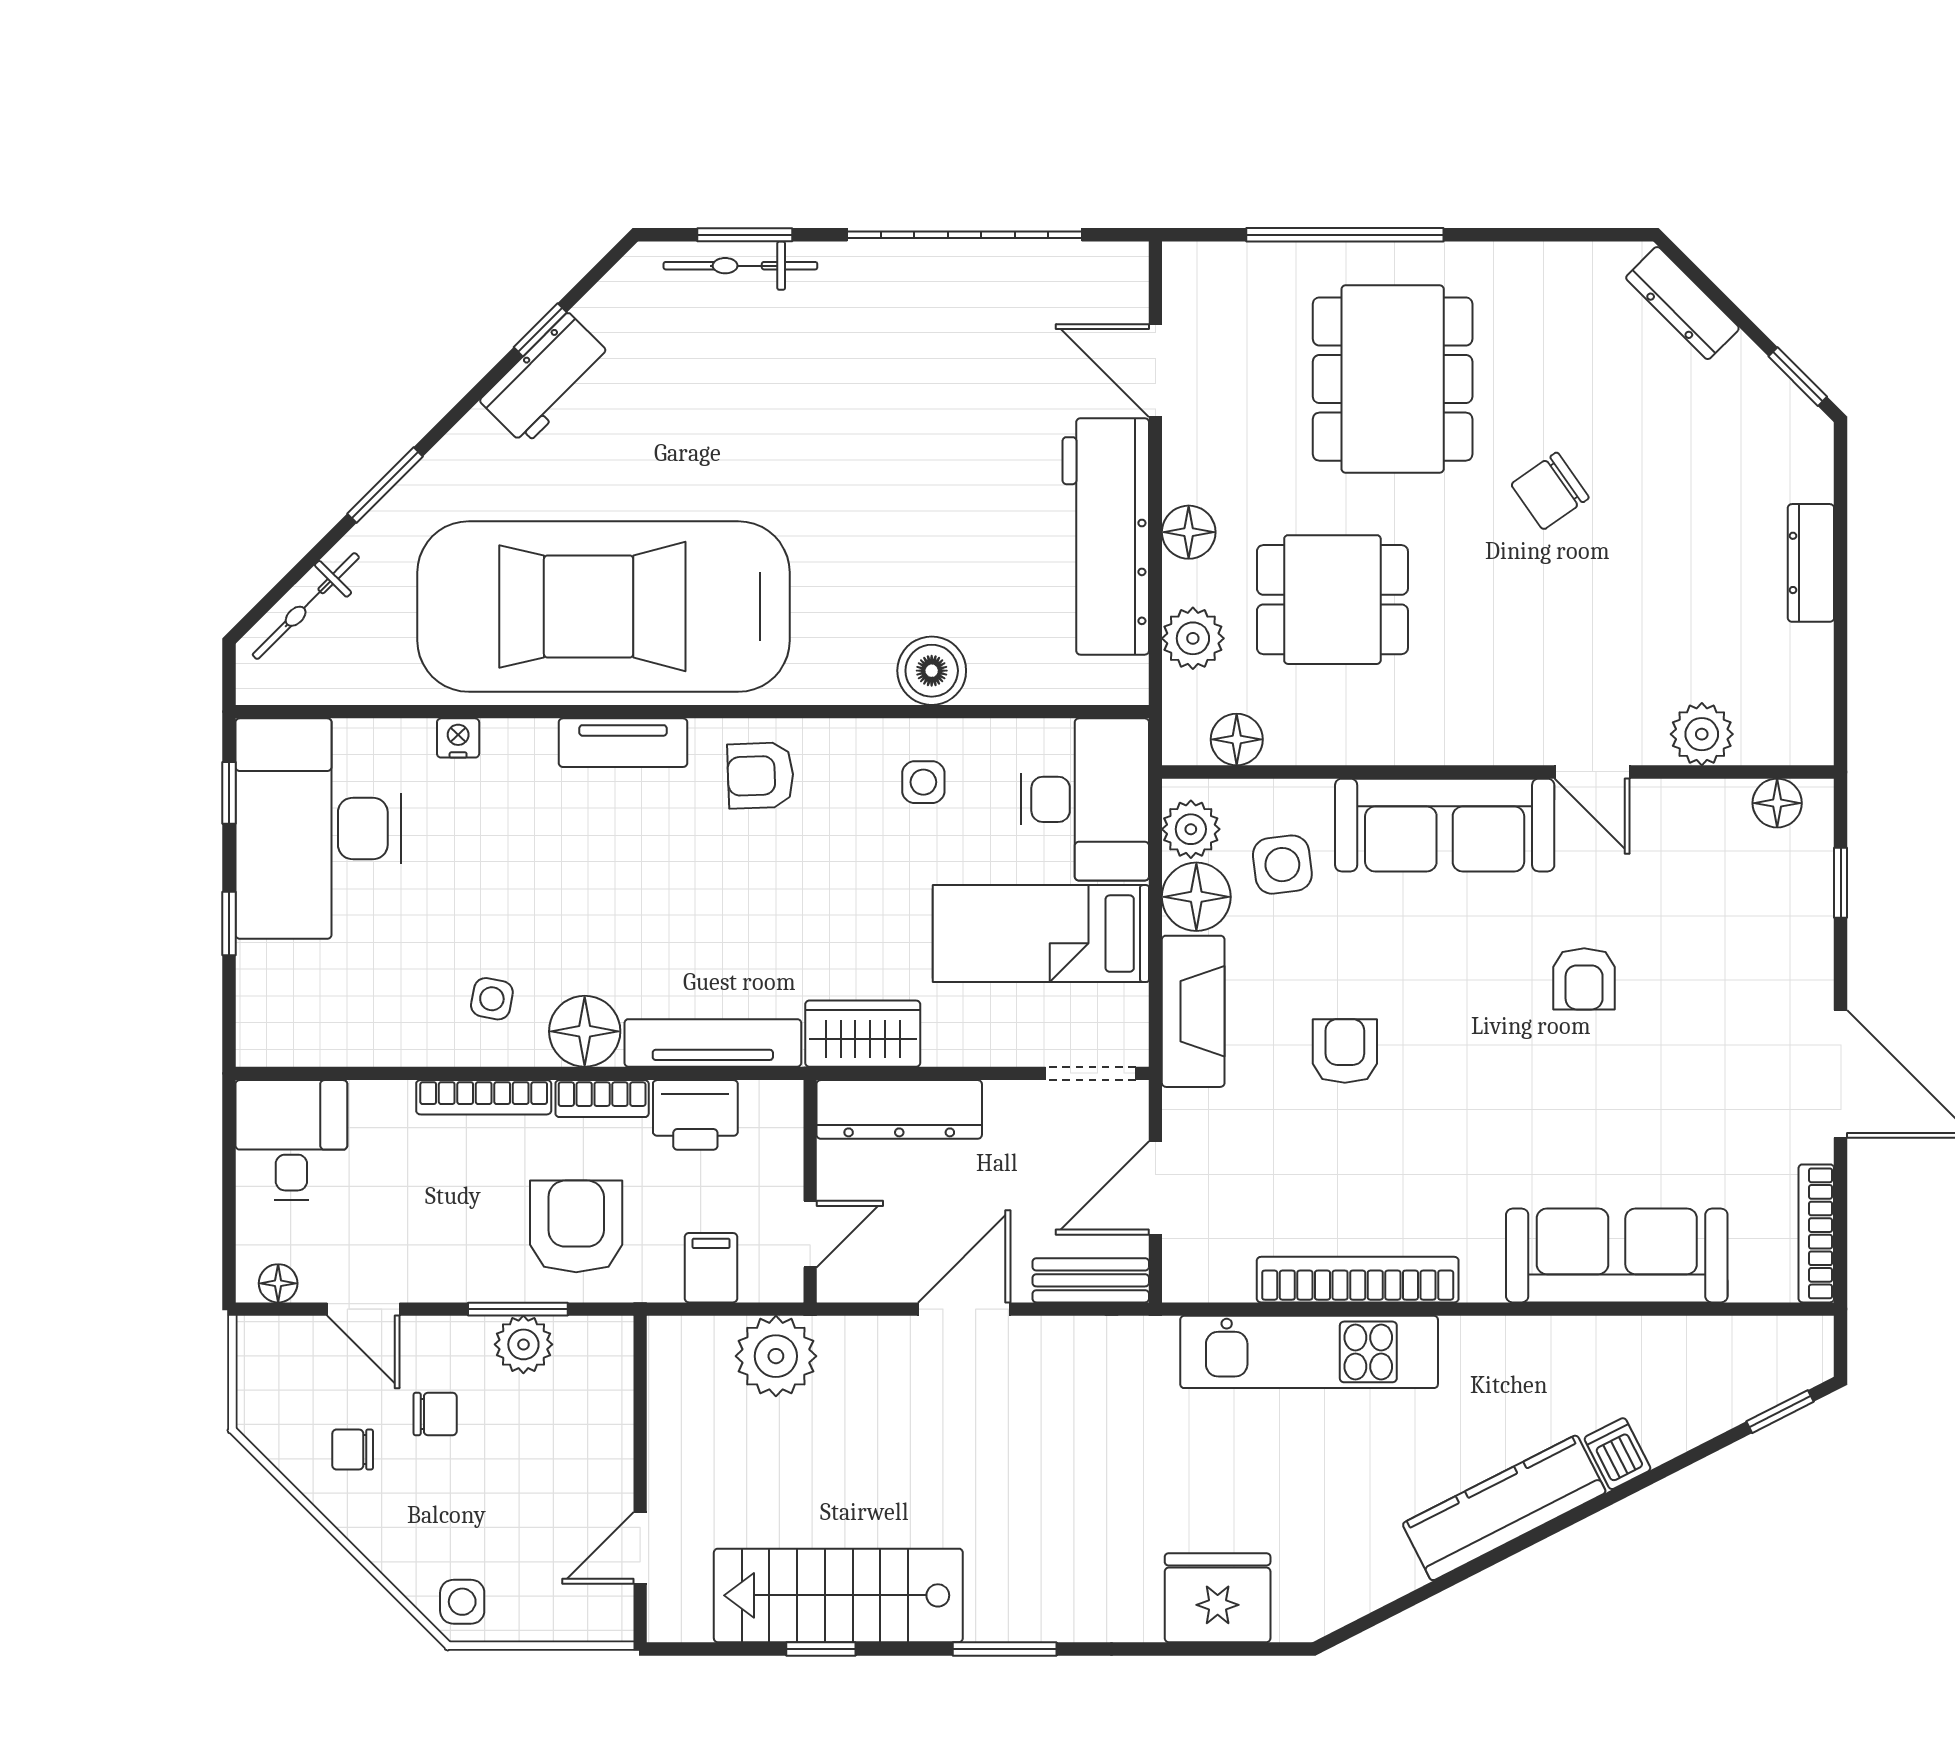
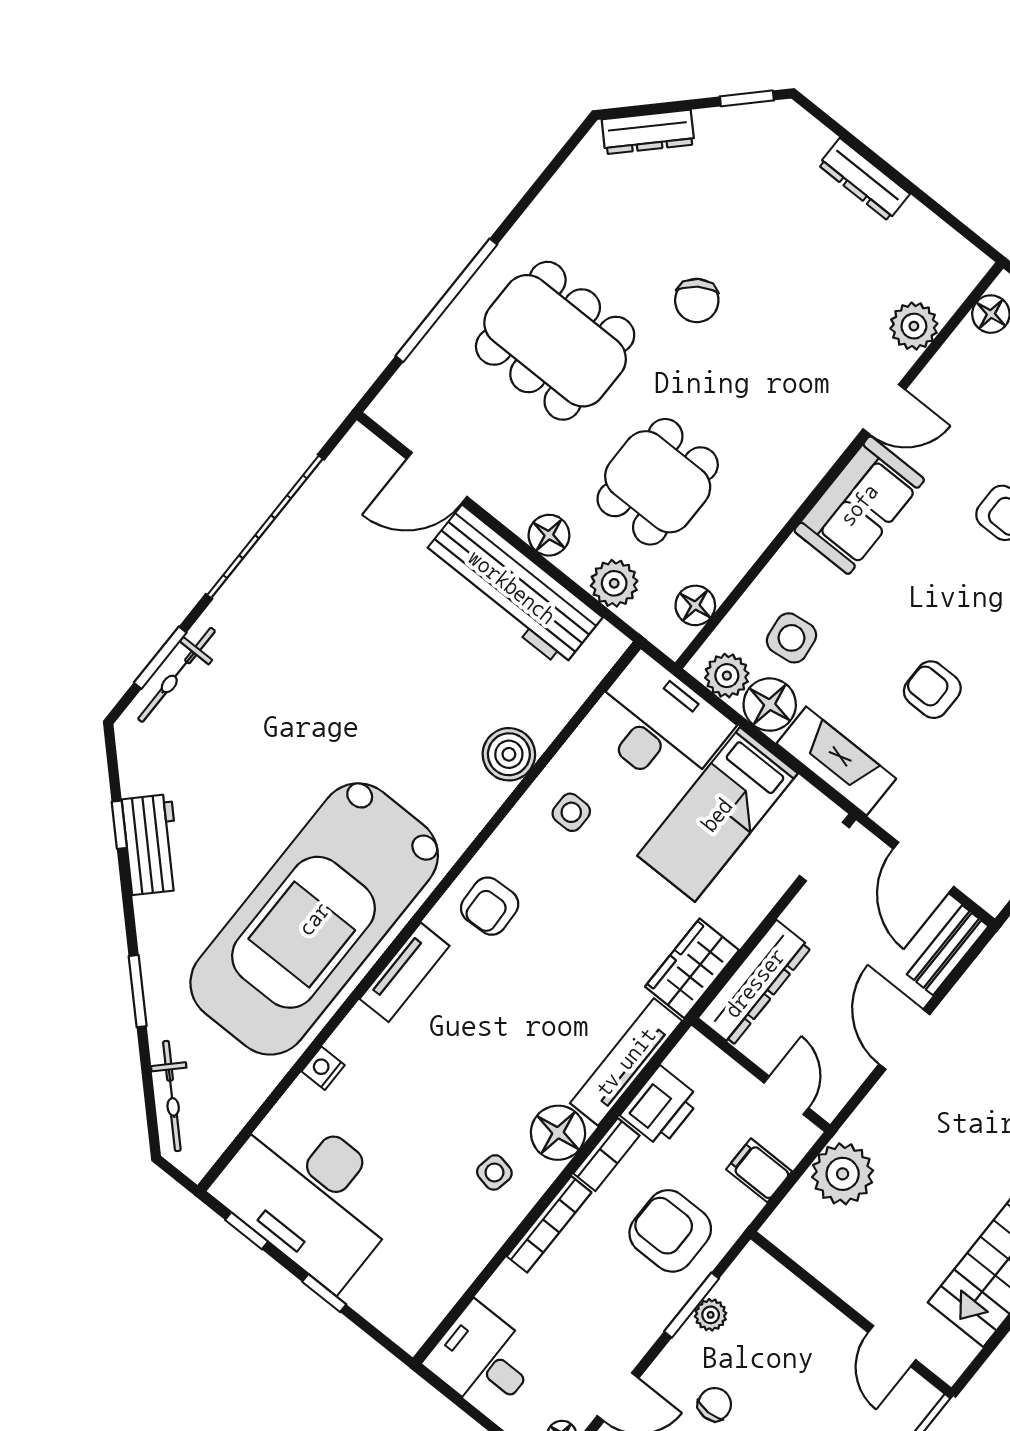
sofa: (1445, 825) -> (859, 505), width x0.73
plant: (523, 1344) -> (711, 1315), width x0.73, depth x0.73

